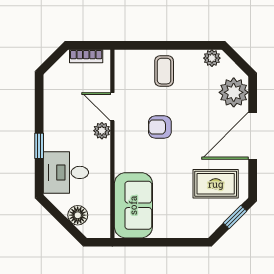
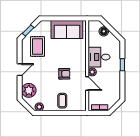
door: (253, 136) -> (20, 70), width x0.53
desk: (66, 172) -> (99, 57), moved, turned 180
rug: (216, 184) -> (37, 47), turned 90
sofa: (133, 205) -> (67, 30), moved, turned -90

